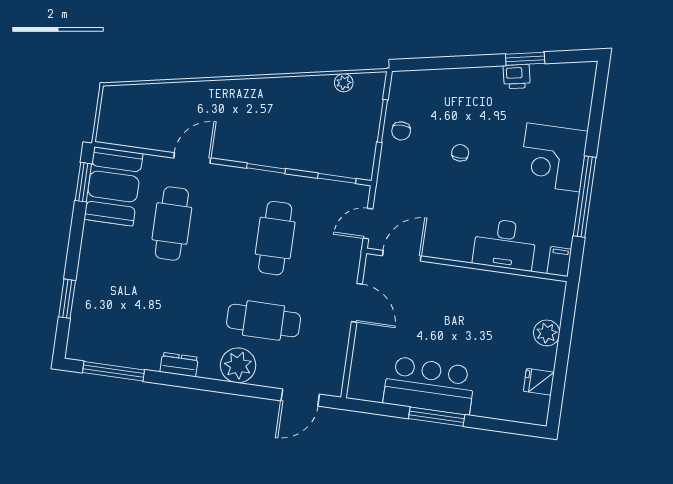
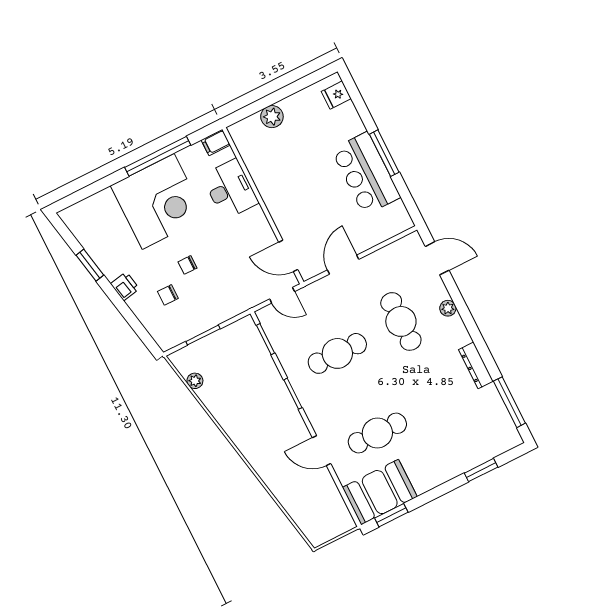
printer: (517, 77) -> (125, 286), moved
chair: (401, 131) -> (168, 295), moved, turned 180
corner desk: (553, 157) -> (158, 201), width x1.36, depth x1.36
dresser: (179, 365) -> (476, 365), width x1.44
plant: (238, 365) -> (448, 308), width x0.53, depth x0.53
fridge: (539, 382) -> (336, 95), moved, turned 90

